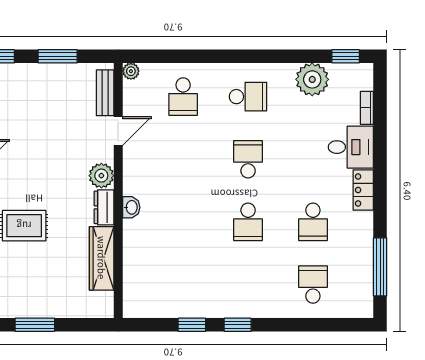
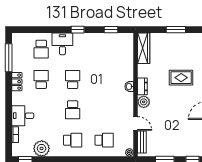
school desk: (183, 97) -> (104, 140), turned 90
school desk: (248, 97) -> (73, 140), turned 180
door: (118, 131) -> (136, 123), swing flipped
locker: (363, 190) -> (17, 82), moved
wardrobe: (102, 258) -> (144, 48), moved
desk: (269, 295) -> (62, 44), added
window: (192, 325) -> (111, 30), moved

